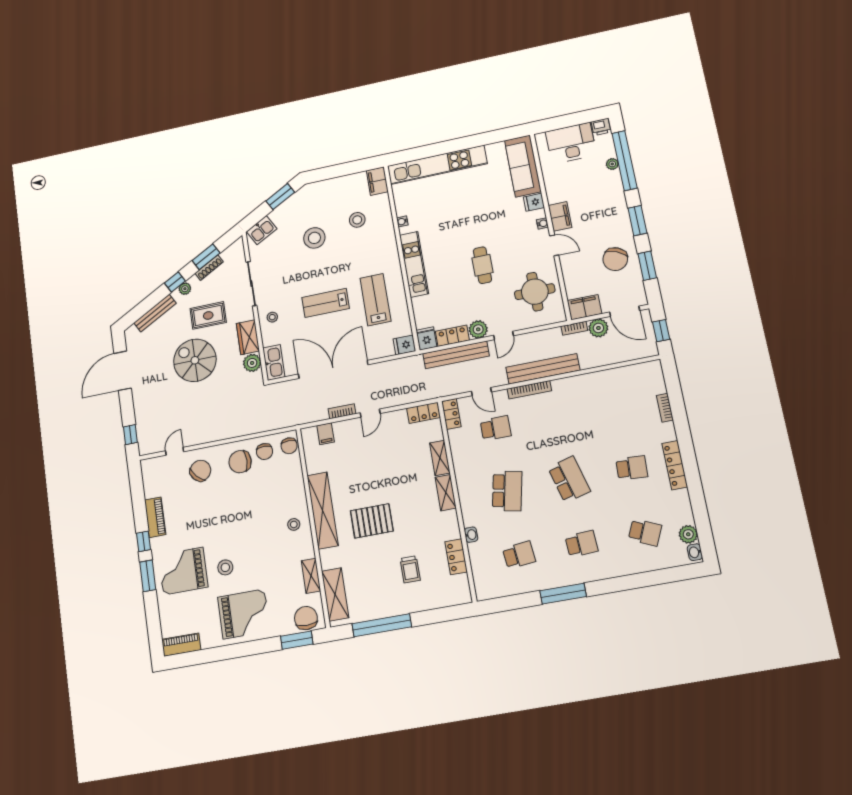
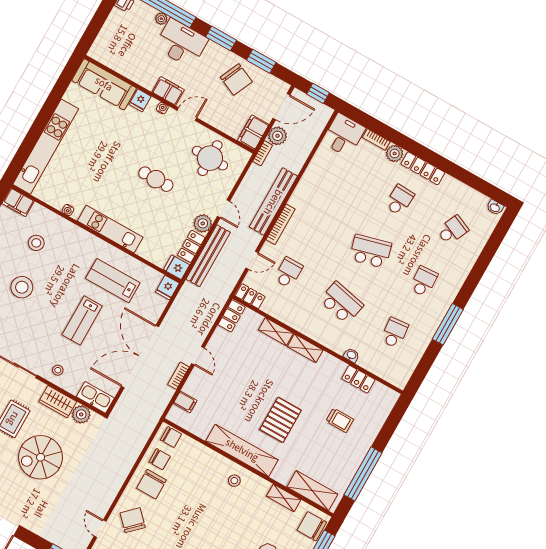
desk: (571, 143) -> (181, 43), moved, turned 90
desk: (645, 379) -> (344, 135), added
plant: (688, 534) -> (395, 153), moved

